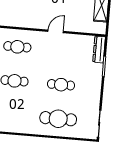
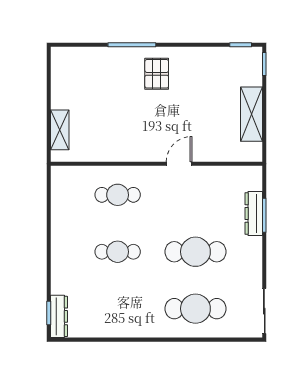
dresser: (99, 49) -> (254, 213), moved
cafe table: (61, 85) -> (195, 252), width x1.37, depth x1.35

